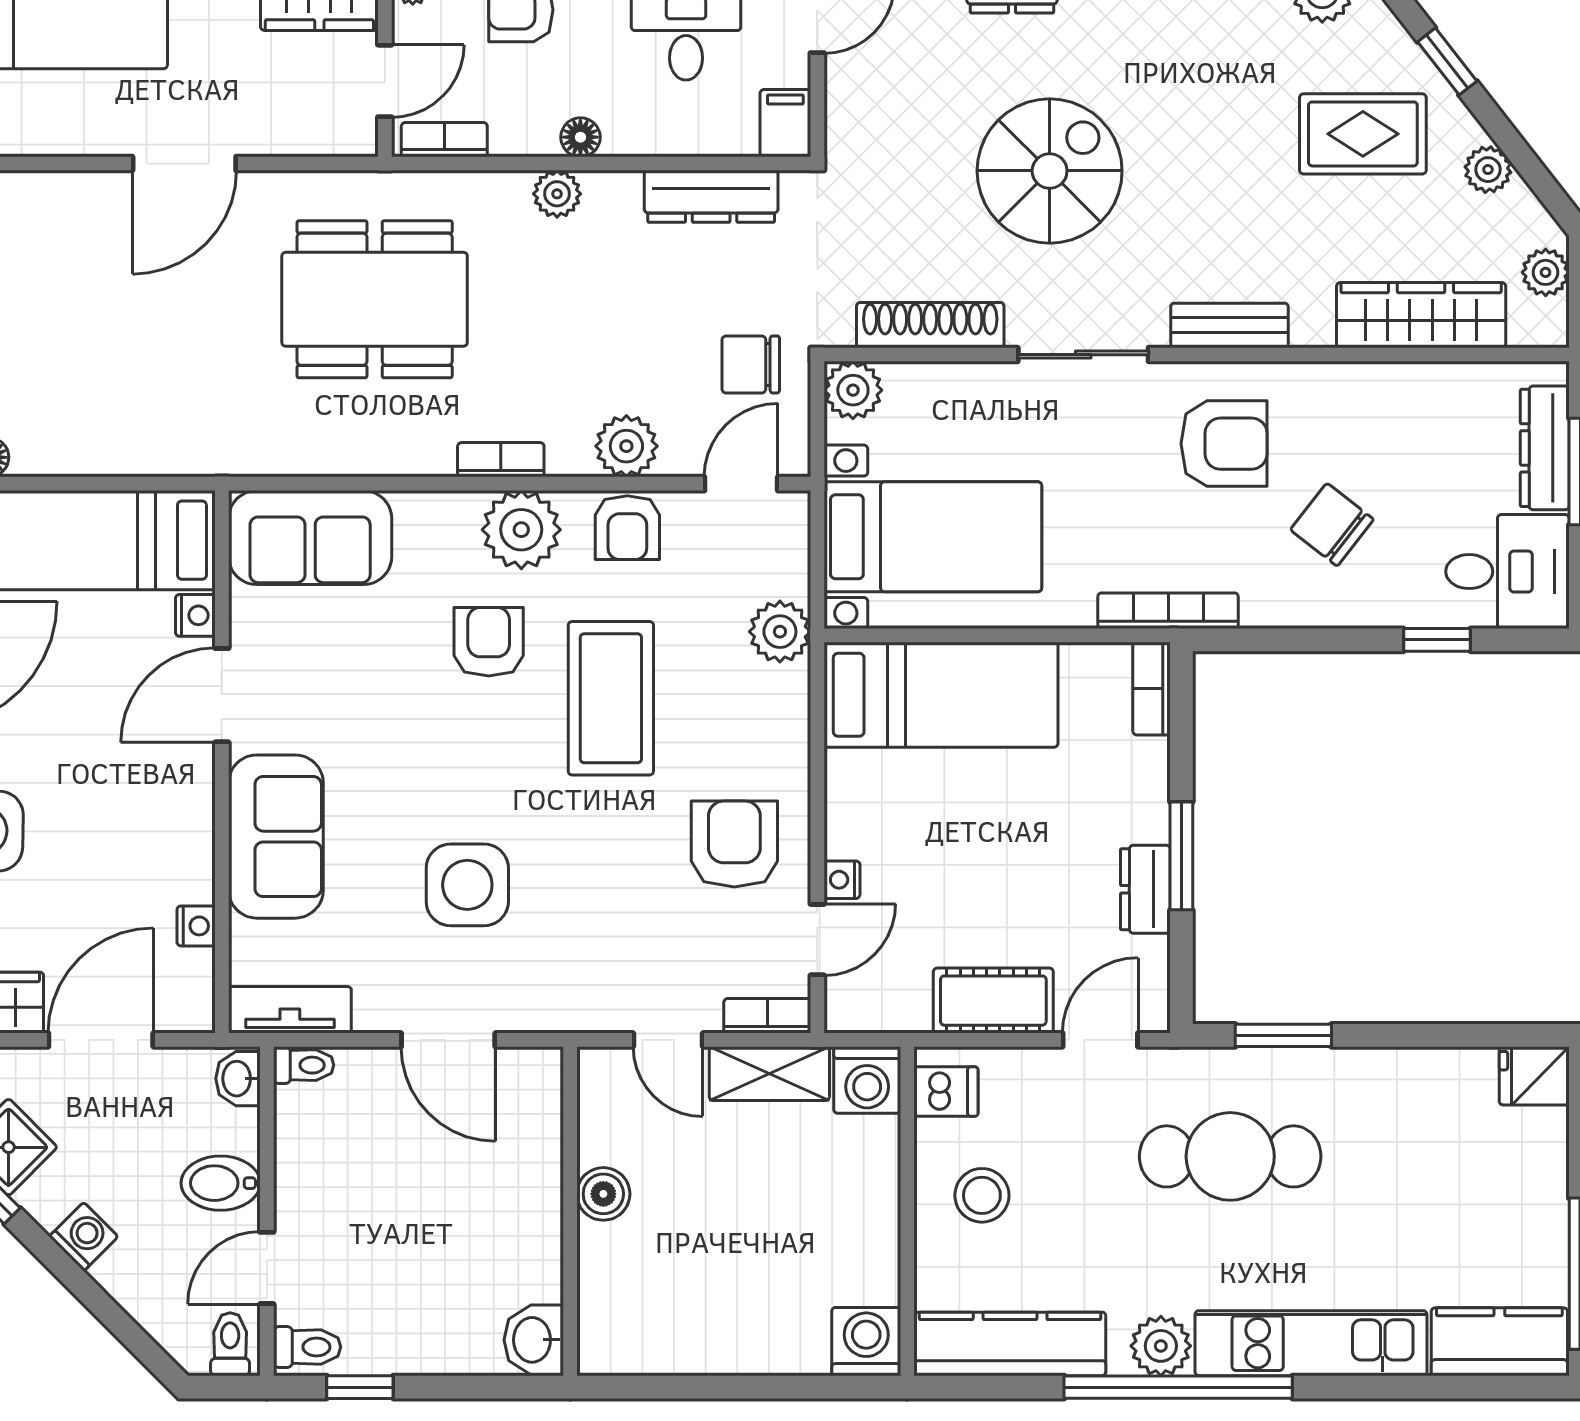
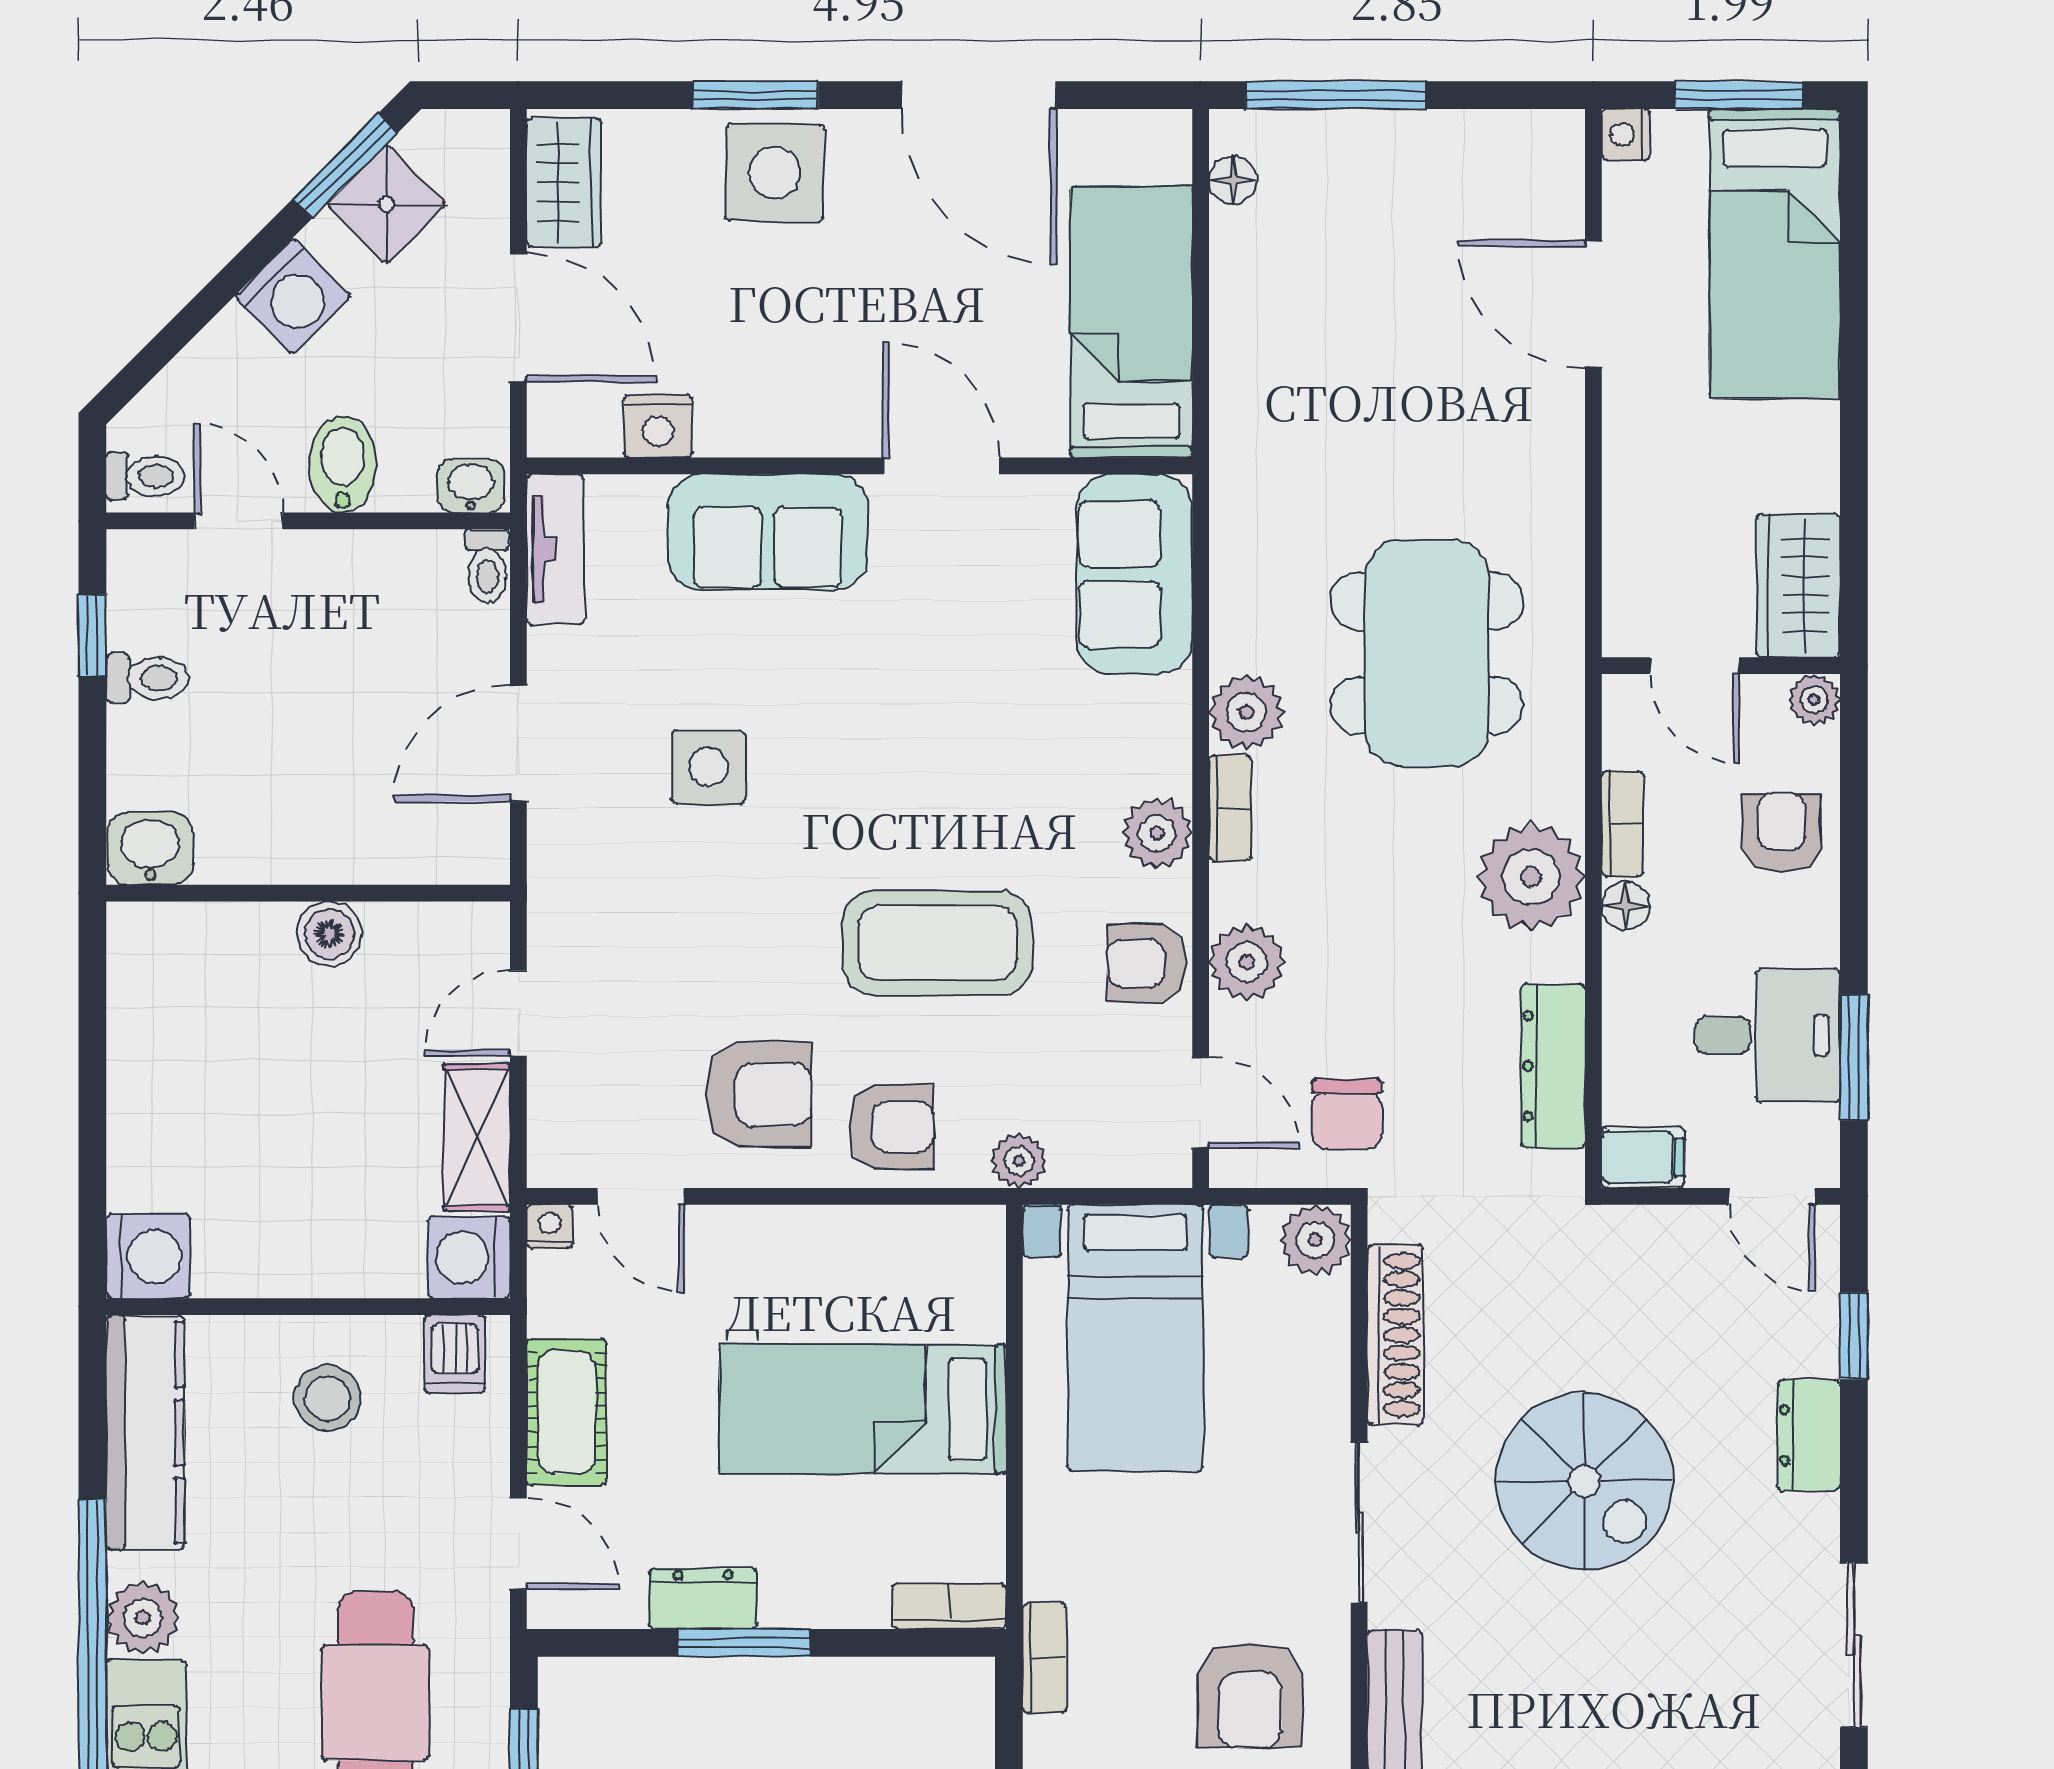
bookcase: (444, 140) -> (1623, 824), moved
door: (184, 164) -> (1593, 304), moved
plant: (557, 194) -> (1531, 877), width x1.87, depth x1.87
chair: (751, 364) -> (1347, 1115), turned 180
plant: (423, 446) -> (1246, 712), added
plant: (521, 530) -> (1157, 833), width x0.73, depth x0.73
bookcase: (1168, 611) -> (1045, 1658), width x0.64
nightstand: (195, 615) -> (1039, 433), removed
plant: (780, 632) -> (1019, 1161), width x0.73, depth x0.73
armchair: (489, 642) -> (891, 1127), moved
bed: (941, 695) -> (863, 1409), moved, turned 90
nightstand: (842, 880) -> (550, 1226), moved
side table: (467, 885) -> (708, 767), width x0.73, depth x0.73
nightstand: (196, 926) -> (658, 426), width x1.39, depth x1.35
bookcase: (767, 1016) -> (548, 1135), removed
washing machine: (84, 1237) -> (293, 296), width x1.38, depth x1.38
toilet: (307, 1347) -> (147, 678), moved, turned -90

